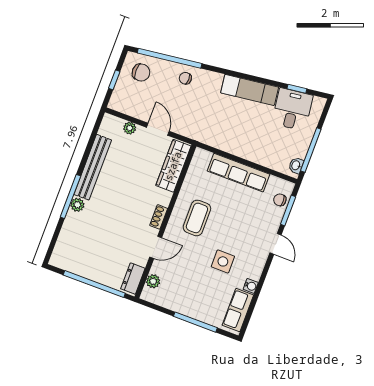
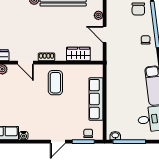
door: (158, 129) -> (105, 34), swing flipped
wardrobe: (173, 166) -> (78, 54), width x0.67
coffee table: (197, 218) -> (55, 83), turned 90
side table: (223, 261) -> (33, 111), removed

